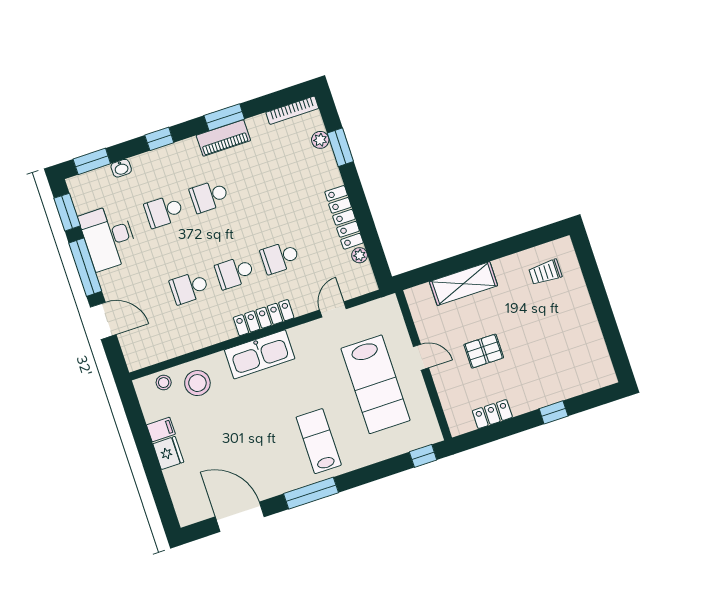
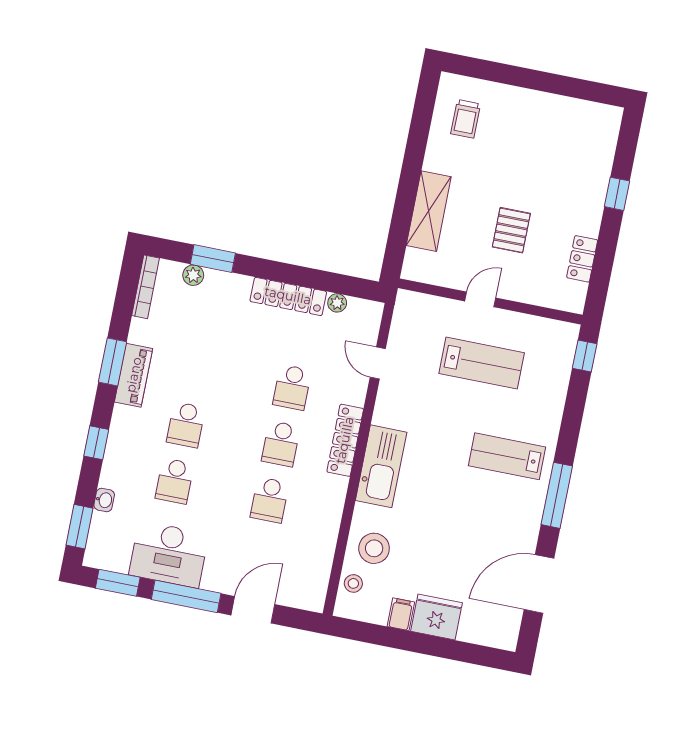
lab bench: (376, 384) -> (482, 363), width x0.73, depth x0.72
fridge: (168, 453) -> (437, 617), width x1.36, depth x1.34

